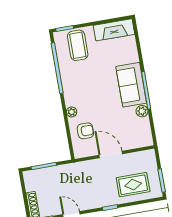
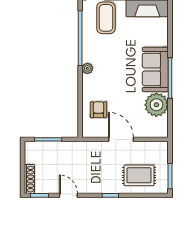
plant: (142, 111) -> (156, 105), width x1.87, depth x1.87
plant: (72, 112) -> (87, 68), moved
armchair: (85, 131) -> (98, 110), turned -90

